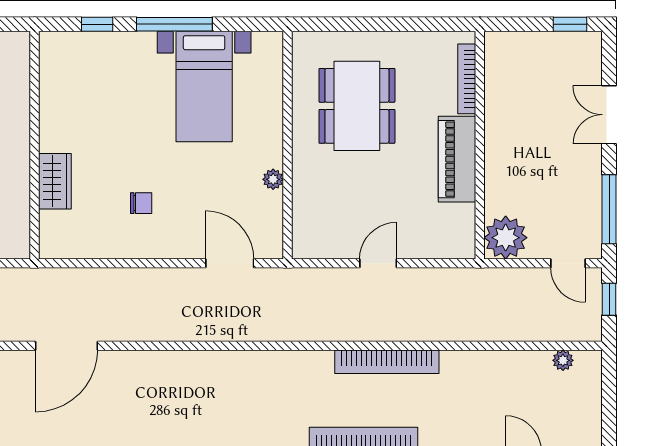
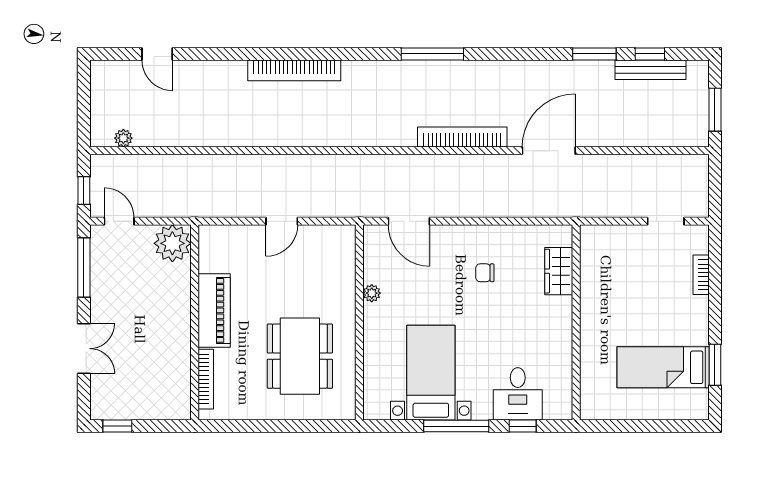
desk: (103, 62) -> (518, 394), added
wardrobe: (55, 181) -> (559, 271), moved
bookcase: (387, 362) -> (462, 137), moved

